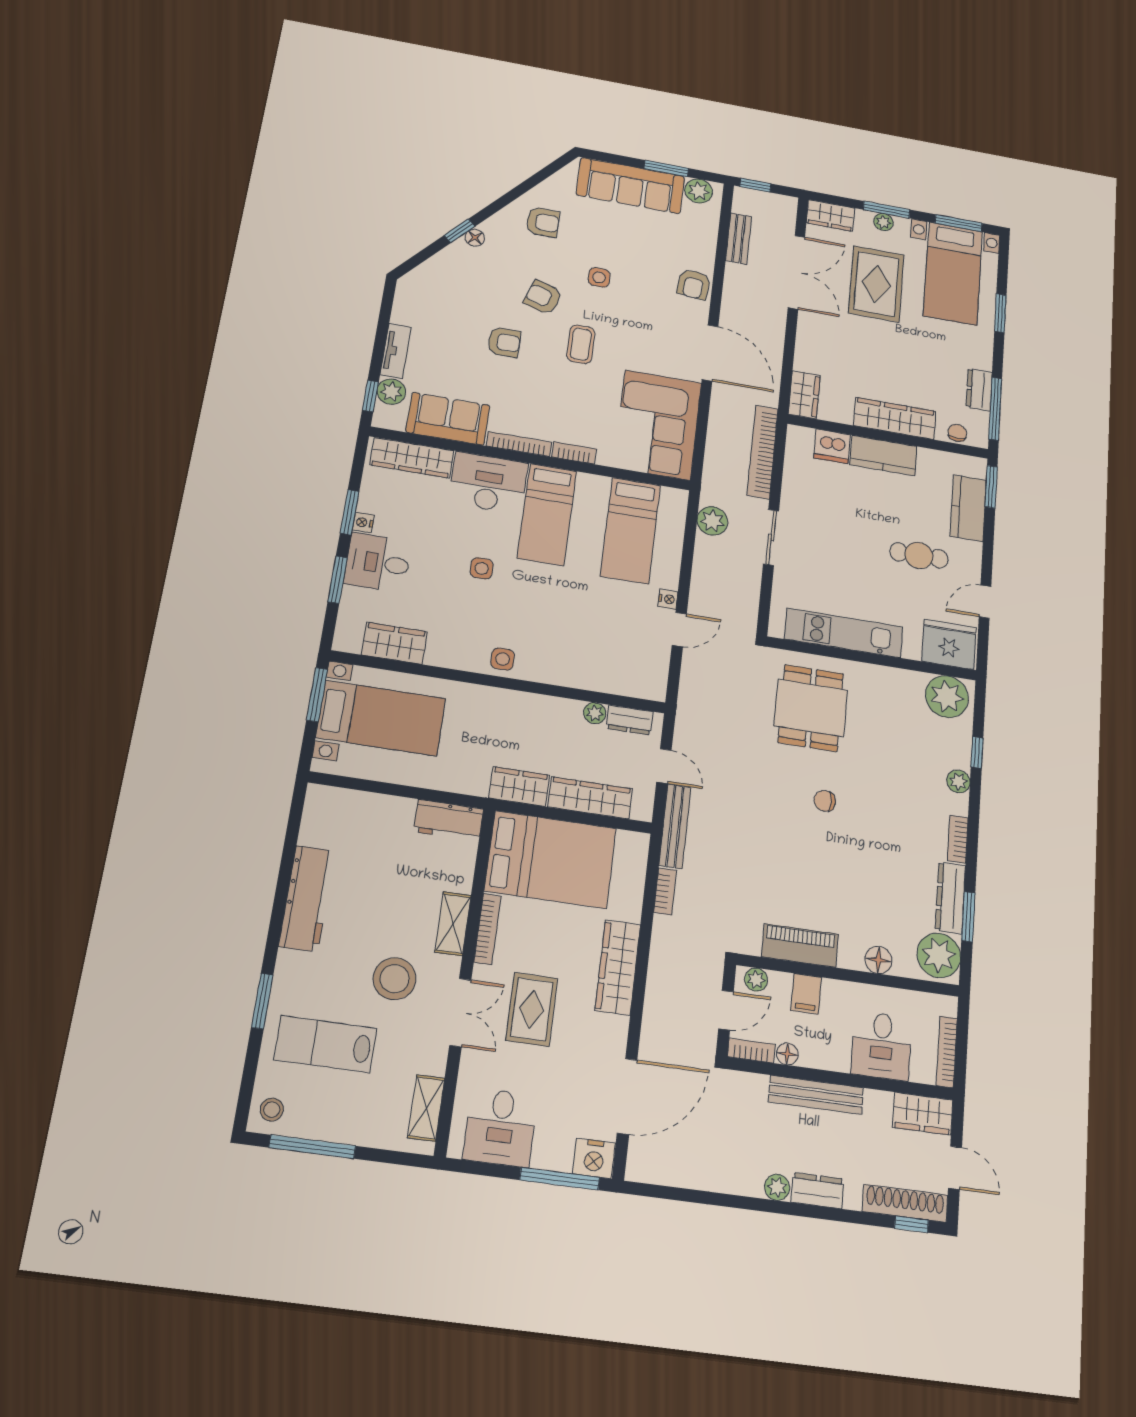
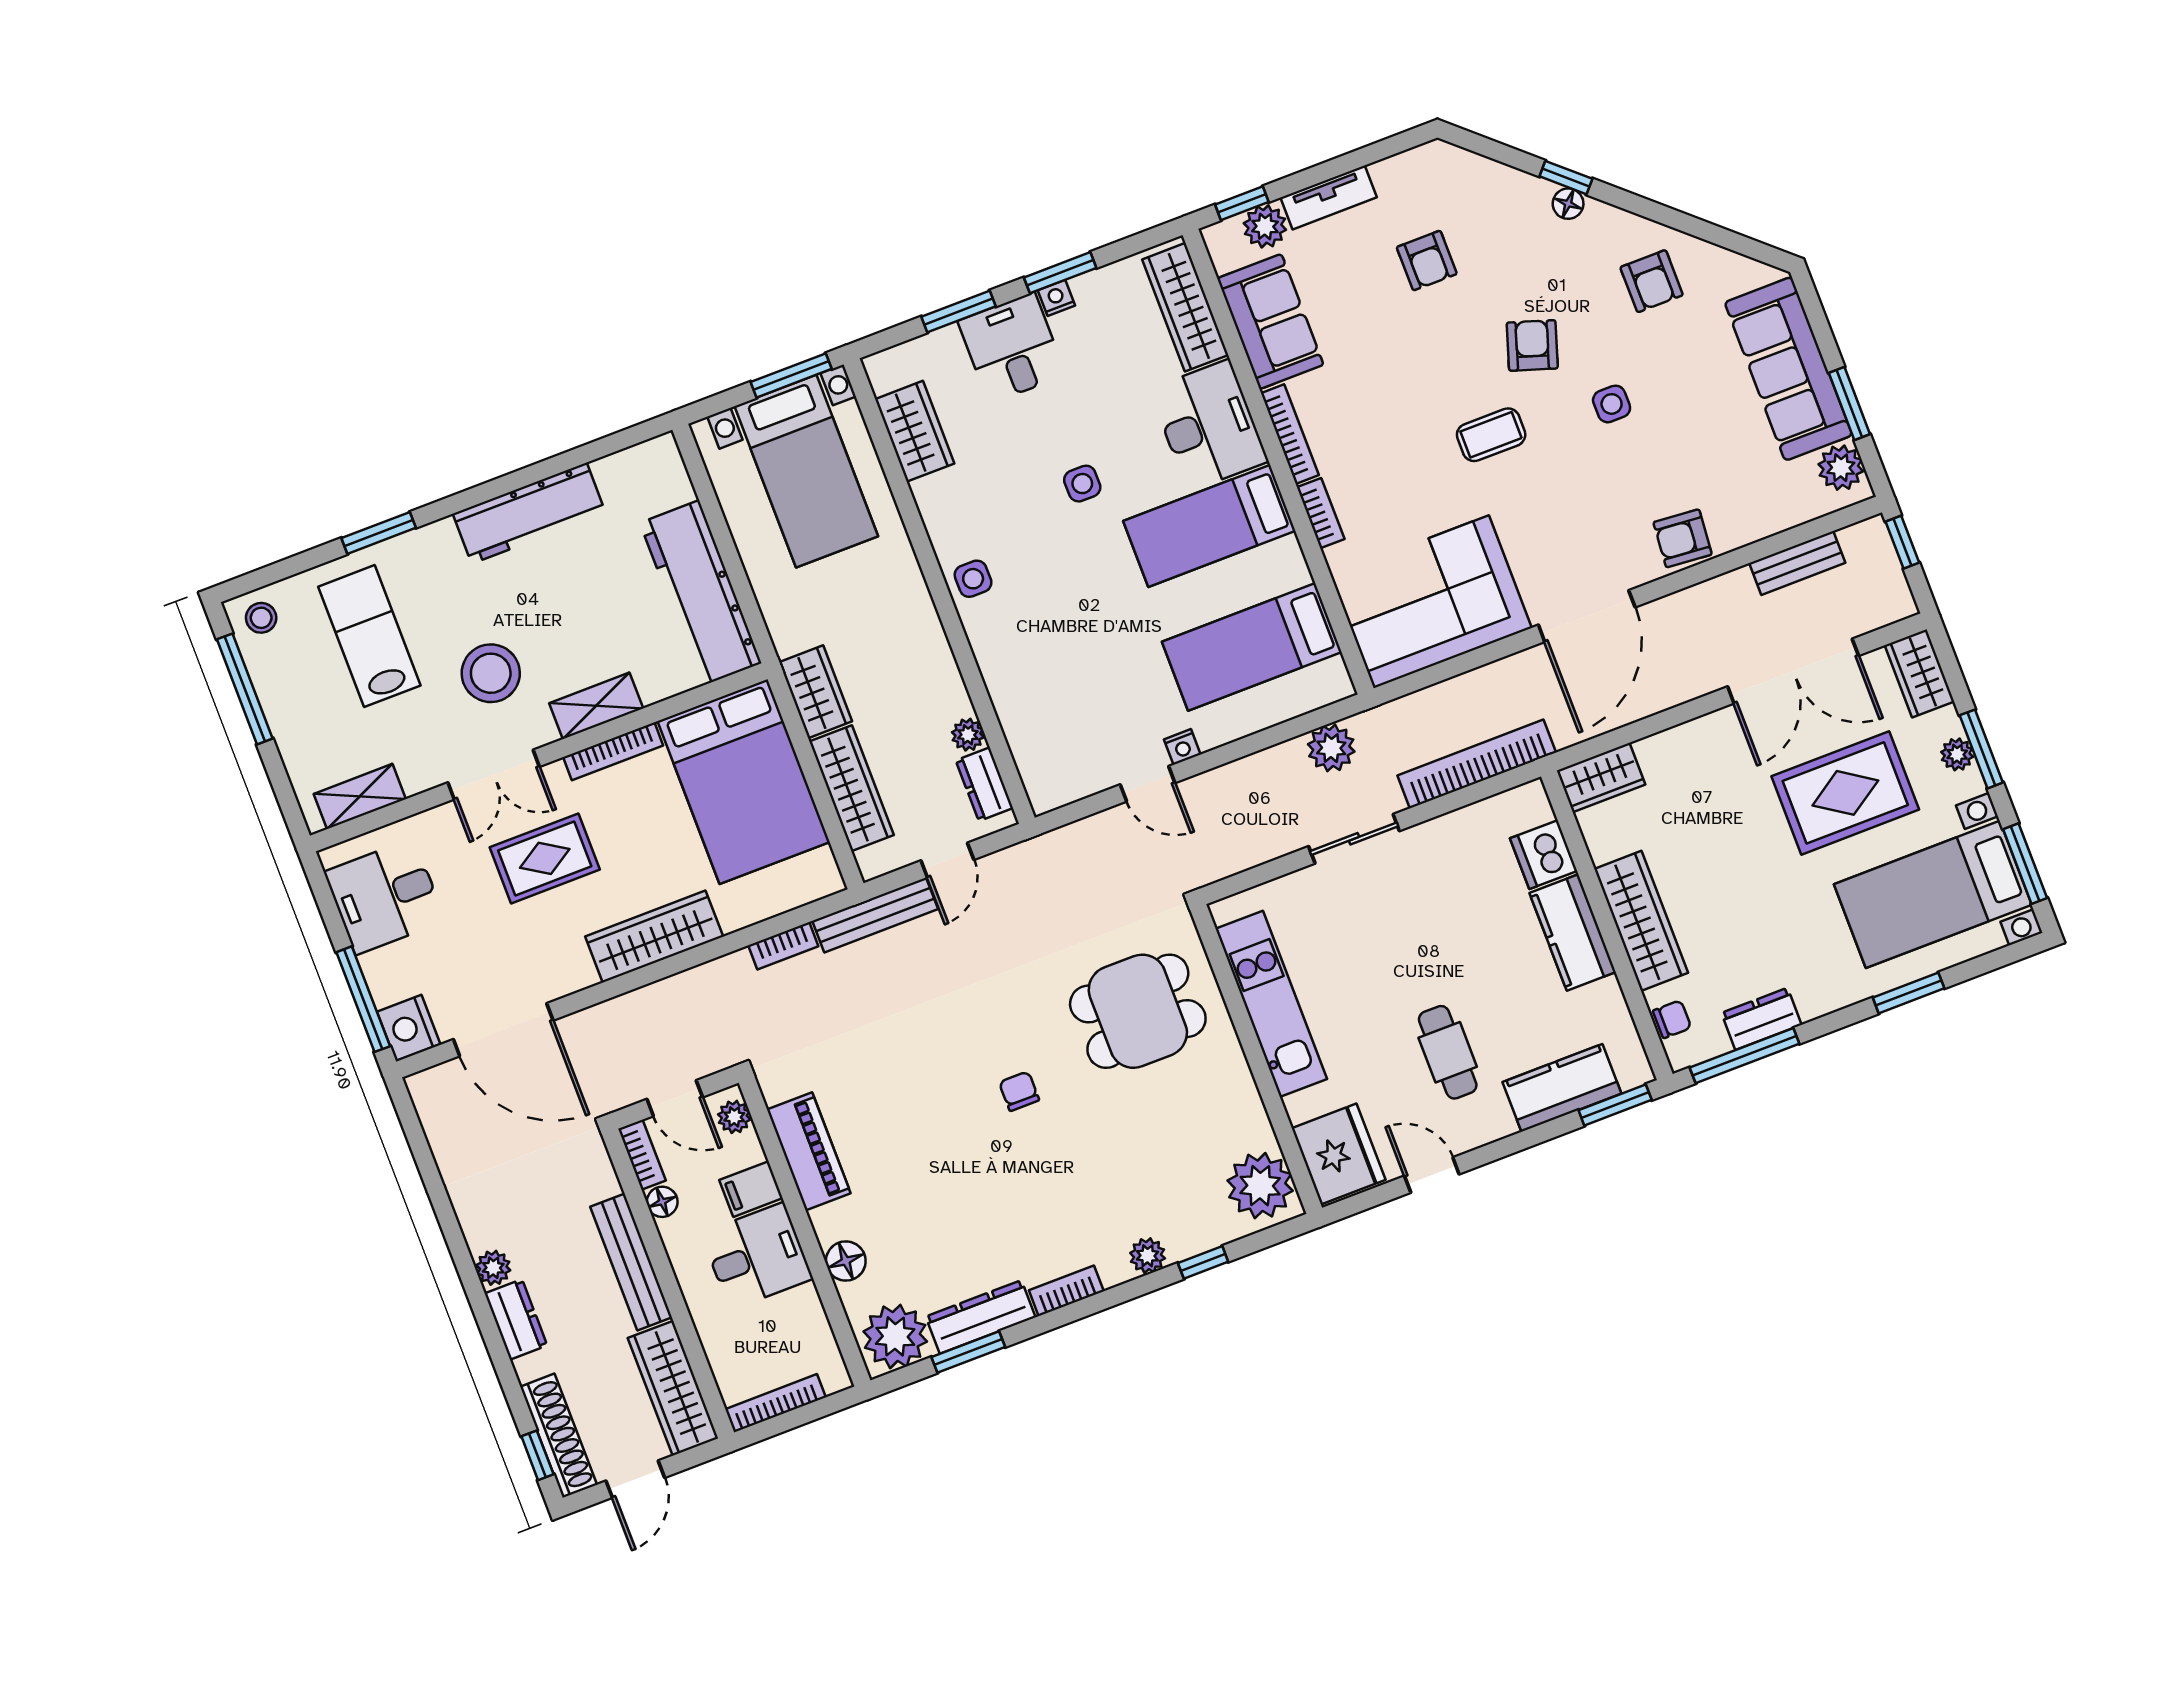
armchair: (504, 342) -> (1427, 261), moved
workbench: (449, 820) -> (701, 593), width x1.88, depth x1.32
desk: (881, 1046) -> (757, 1256), moved, turned 180
wardrobe: (923, 1114) -> (673, 1388), width x1.50

